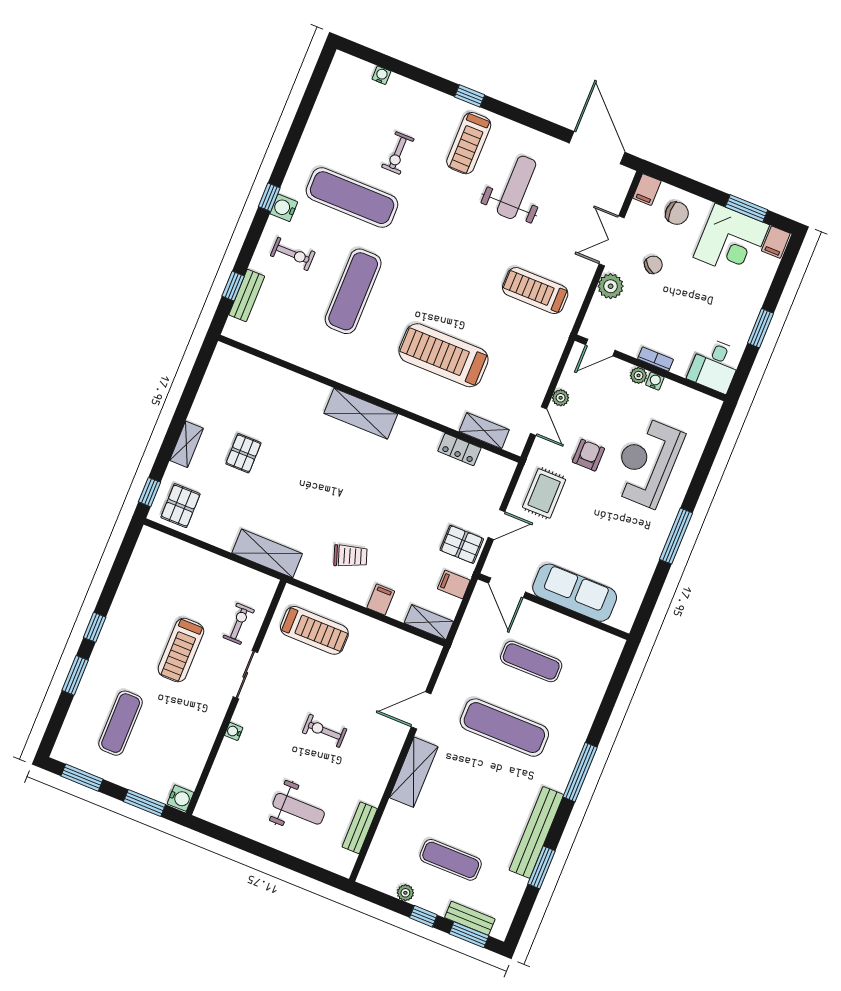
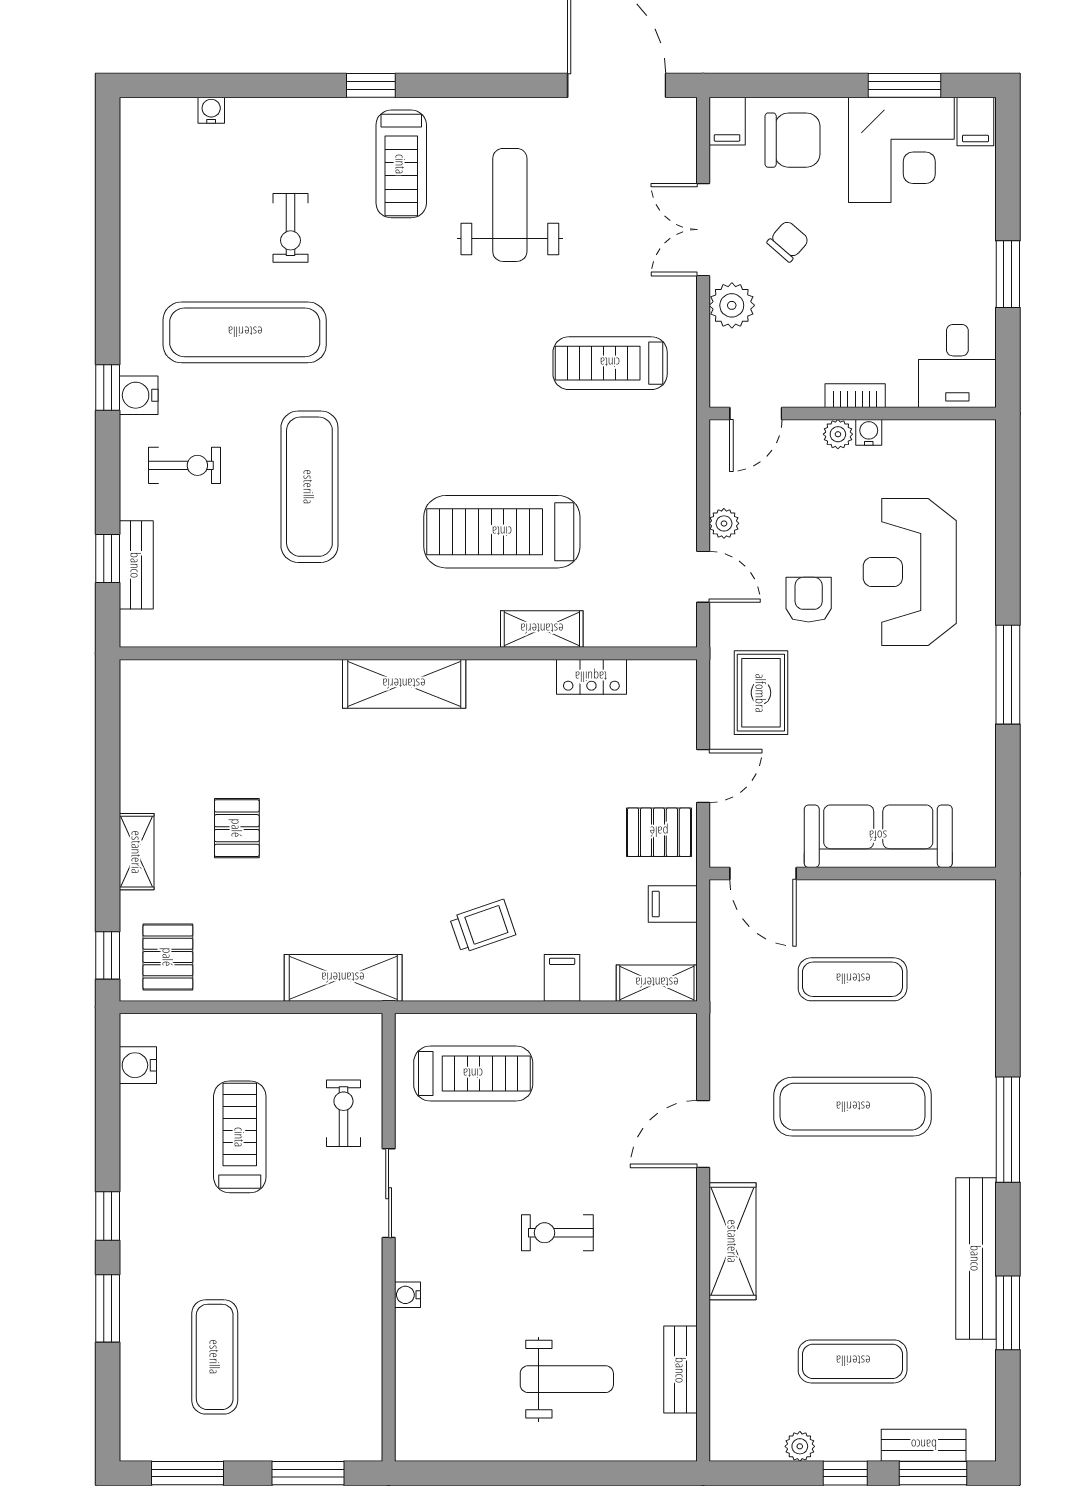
chair: (677, 213) -> (792, 140), width x1.37, depth x1.37
shelving: (484, 431) -> (542, 629), moved
treadmill: (181, 650) -> (240, 1137), moved, turned 180
water cooler: (180, 798) -> (138, 1065), moved, turned 180

